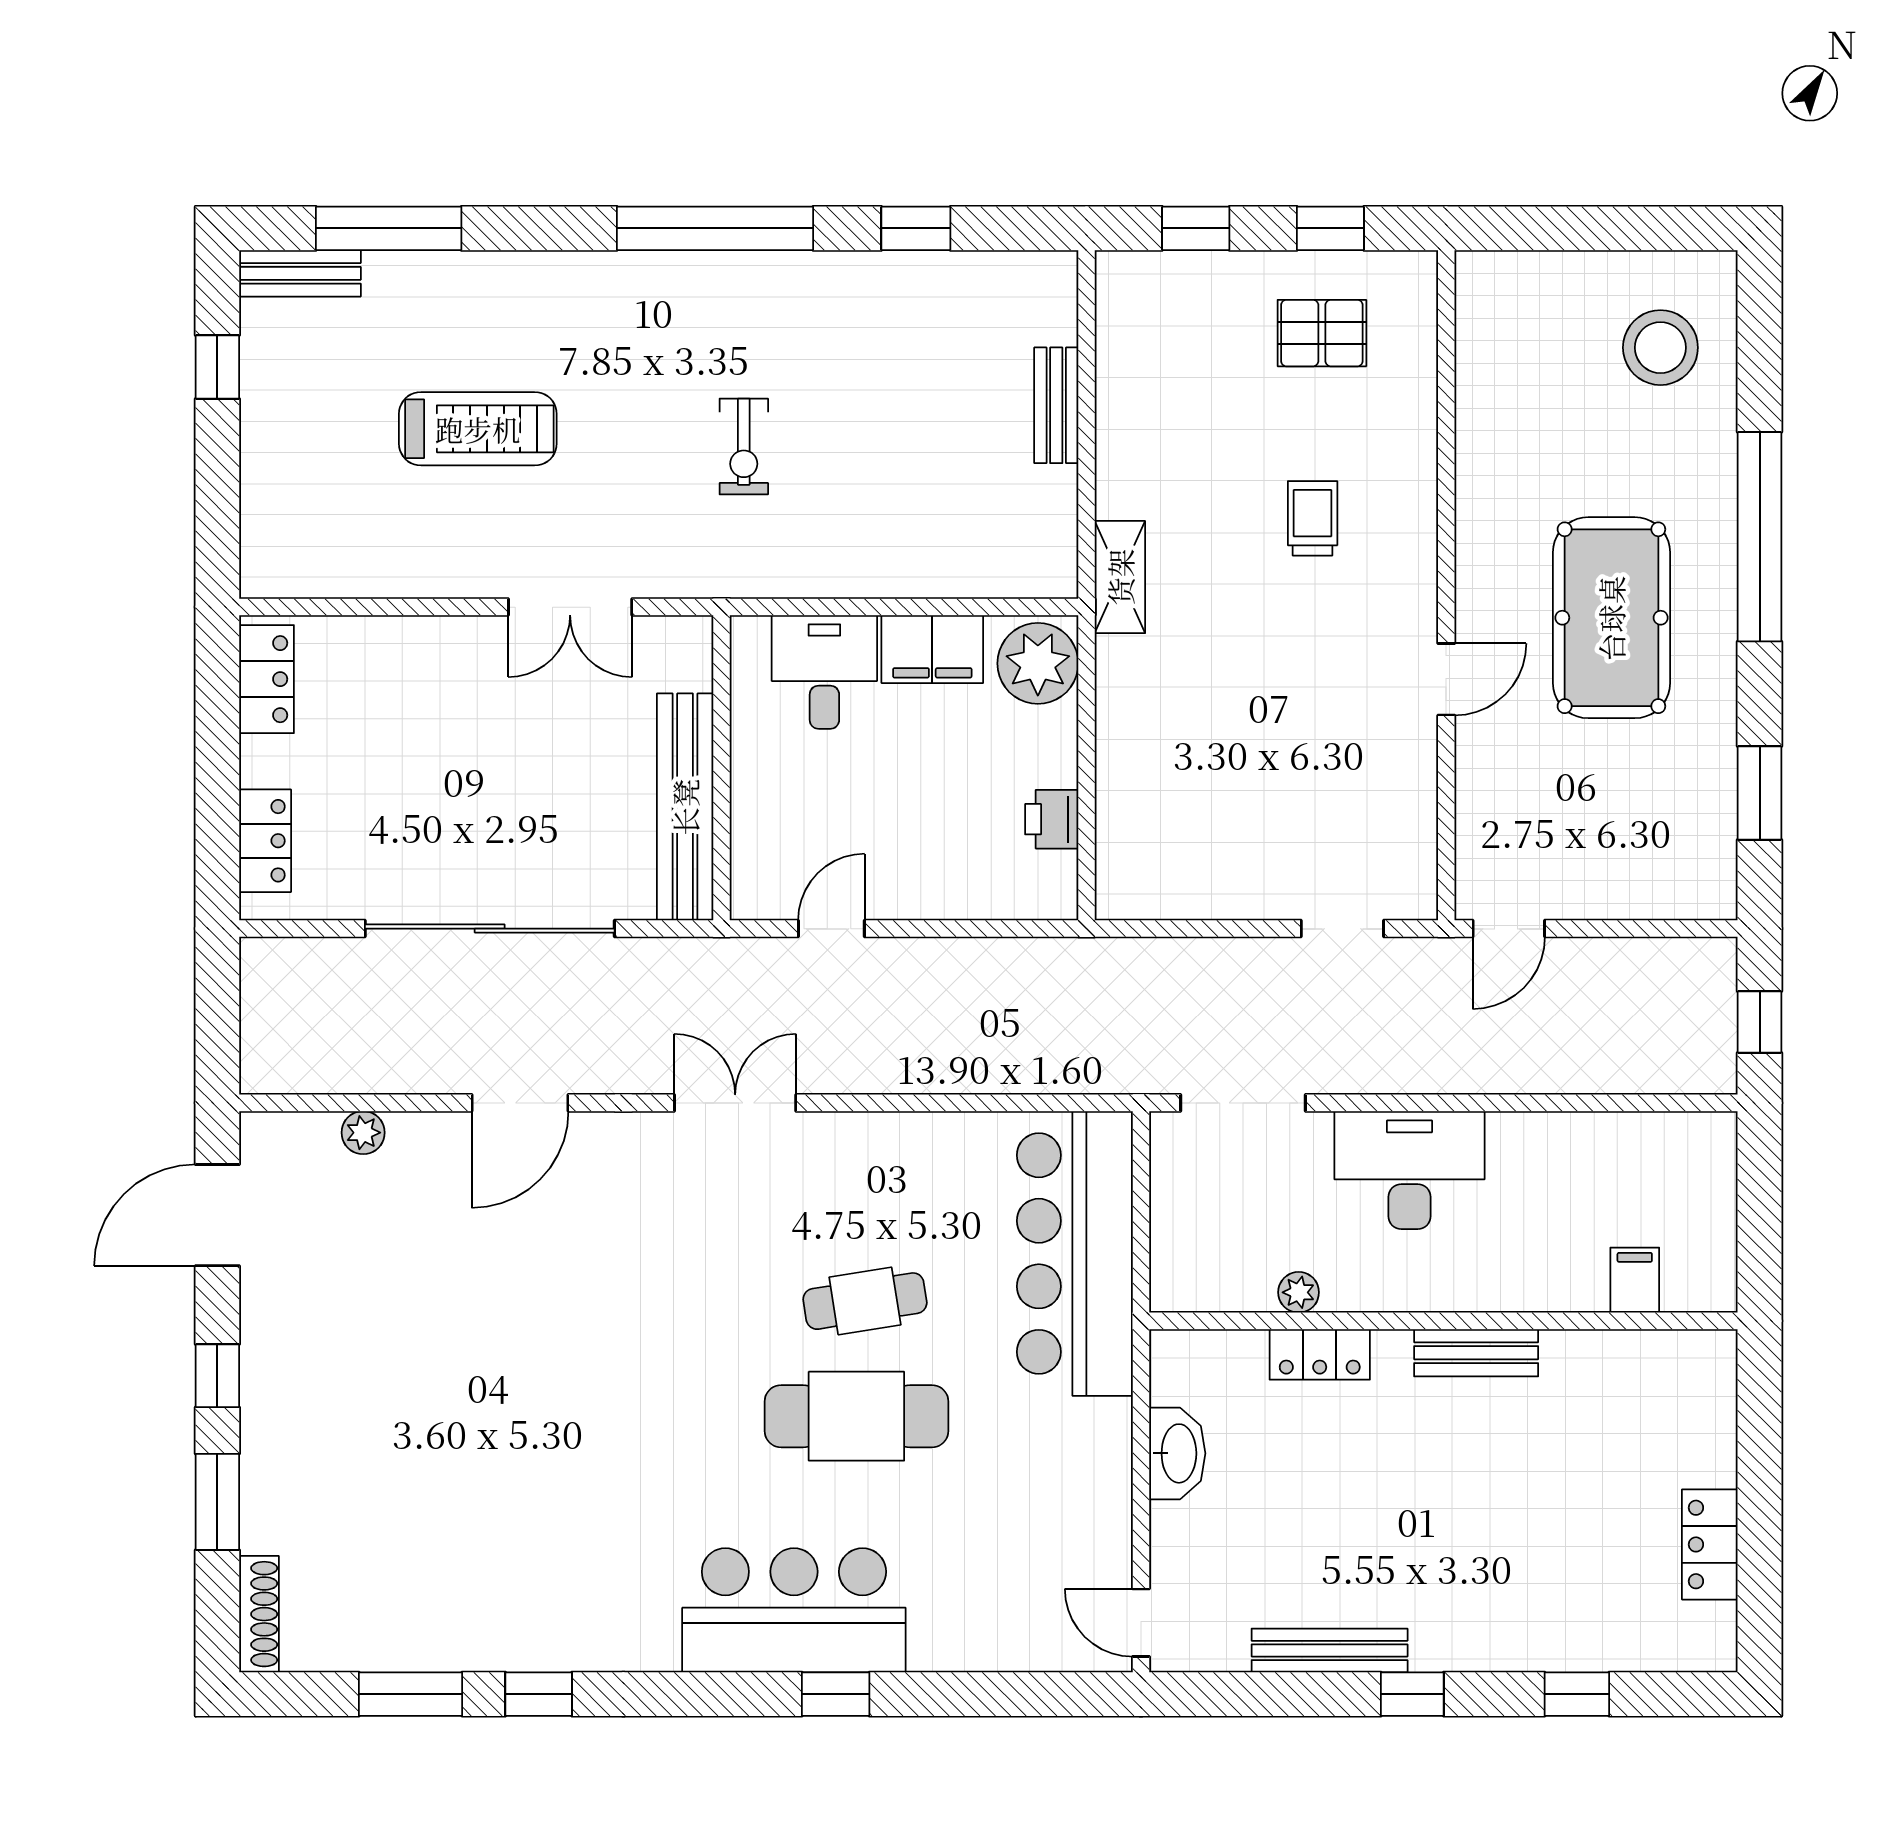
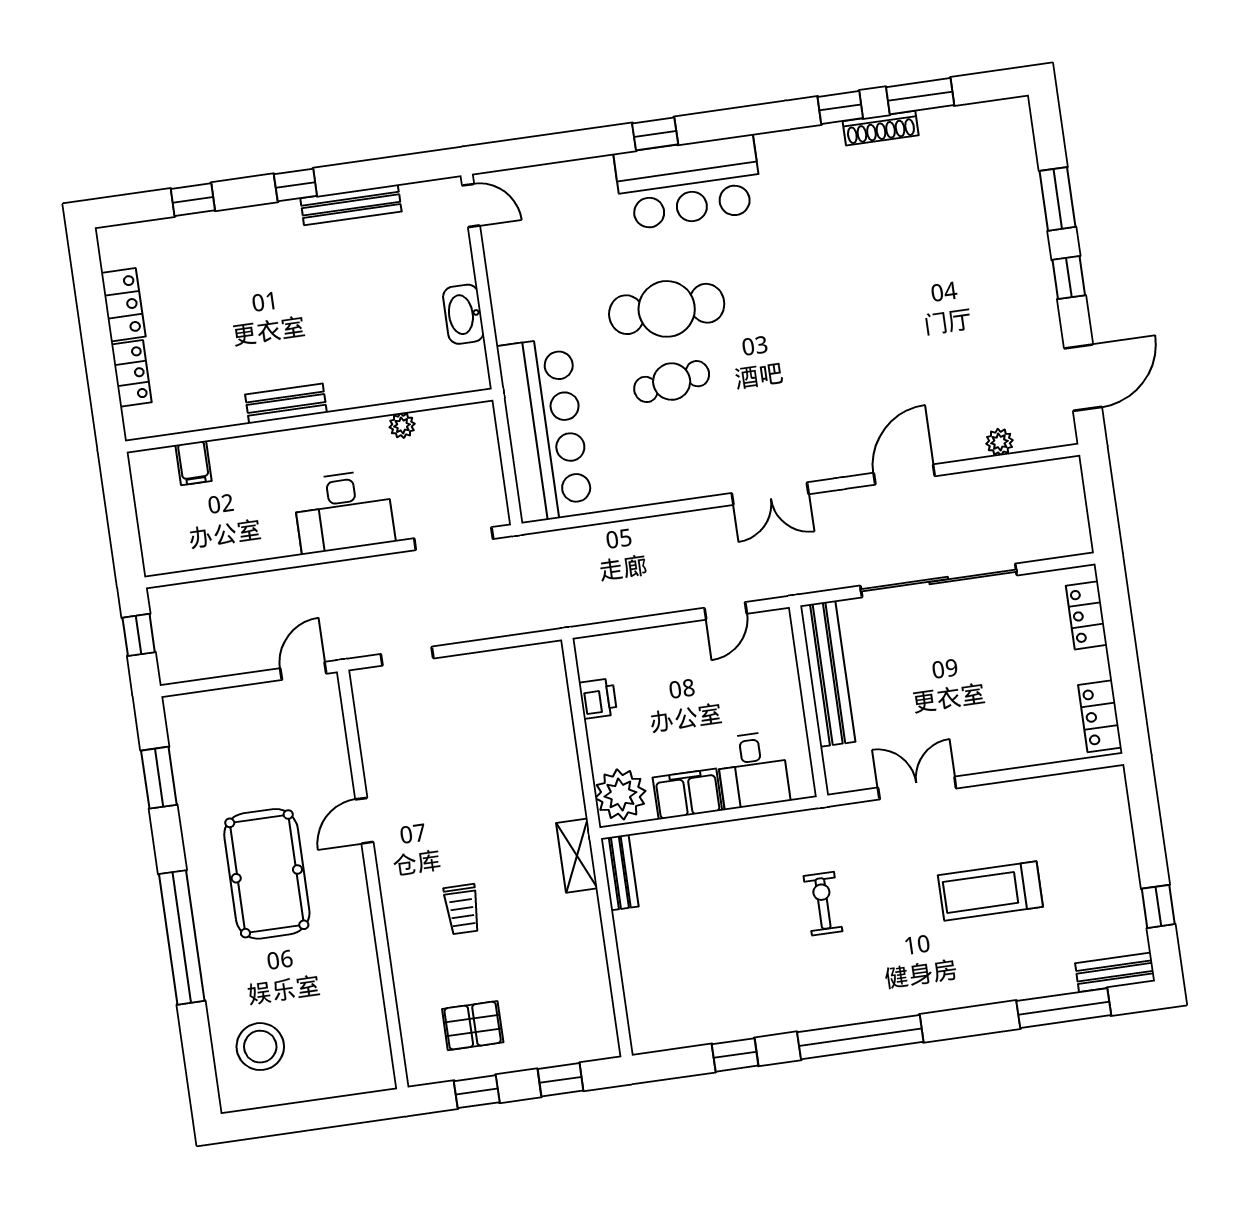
bench: (1056, 405) -> (620, 872), moved
locker: (1320, 1354) -> (131, 373), moved, turned 90
shoe rack: (259, 1614) -> (881, 128), moved, turned -90

